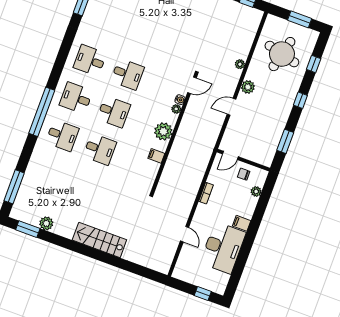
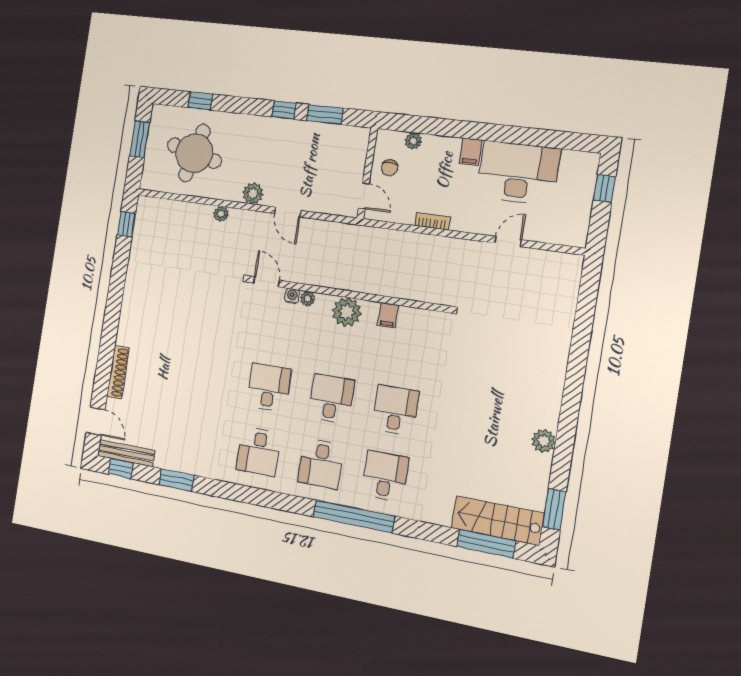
window: (300, 100) -> (284, 110), moved
plant: (46, 223) -> (544, 441), moved
stairs: (99, 240) -> (498, 521), moved, turned 90

